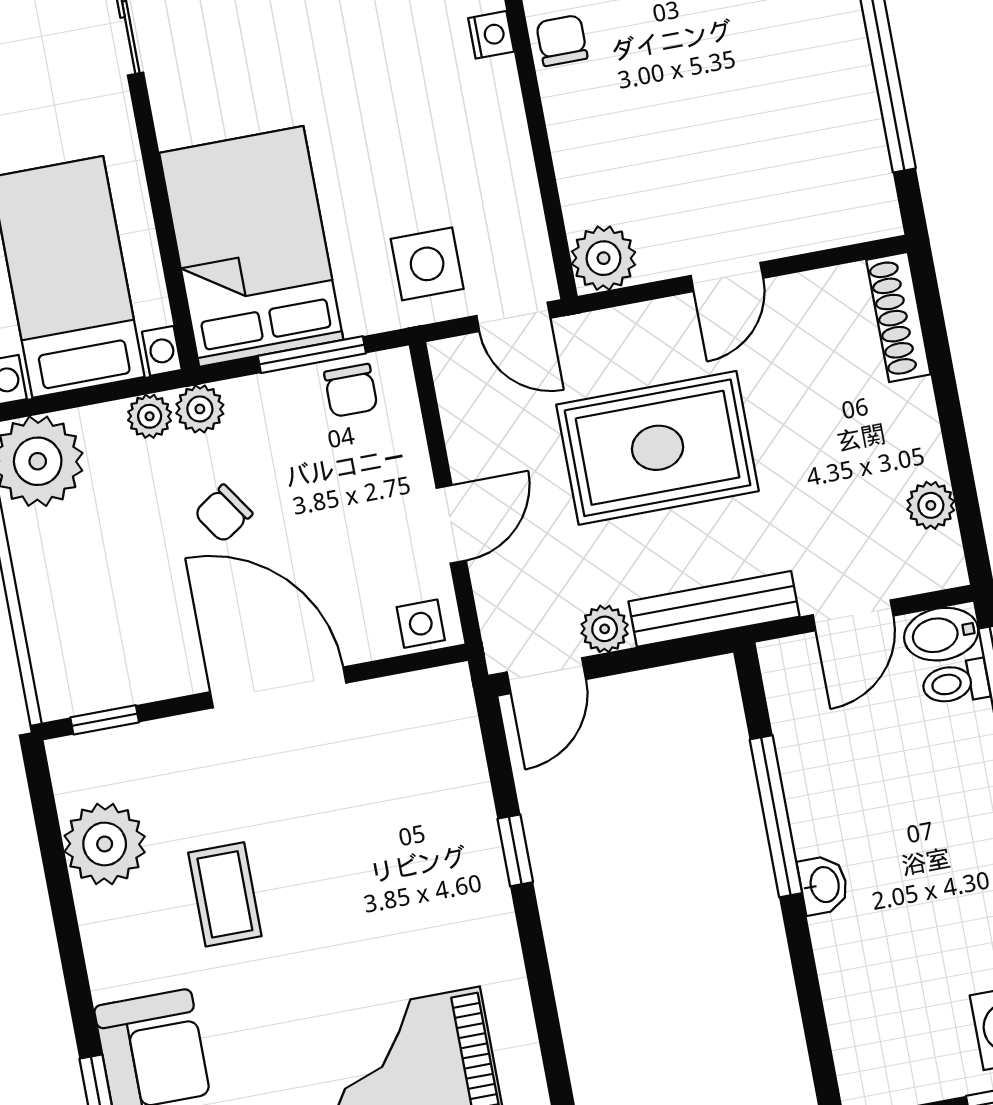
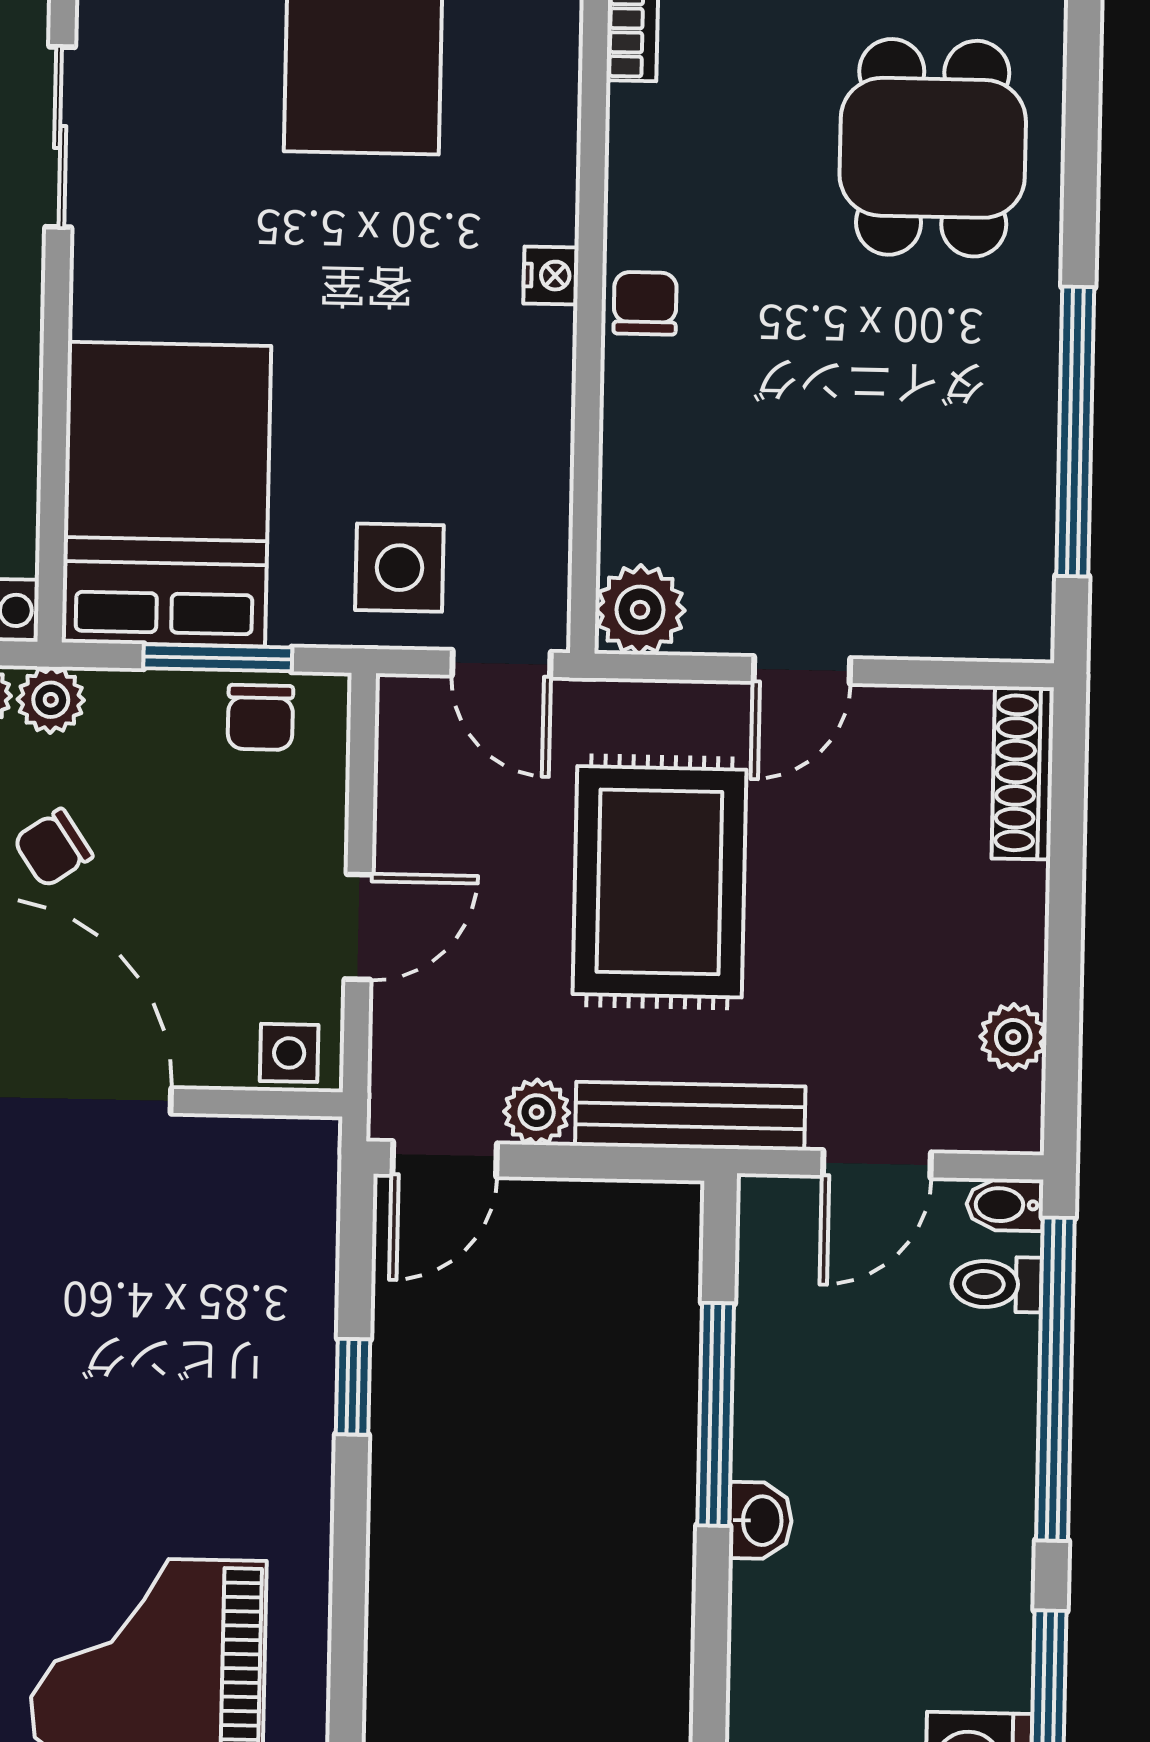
rug: (658, 448) -> (659, 882), turned 90
bidet: (941, 634) -> (1005, 1205), width x0.72, depth x0.74

